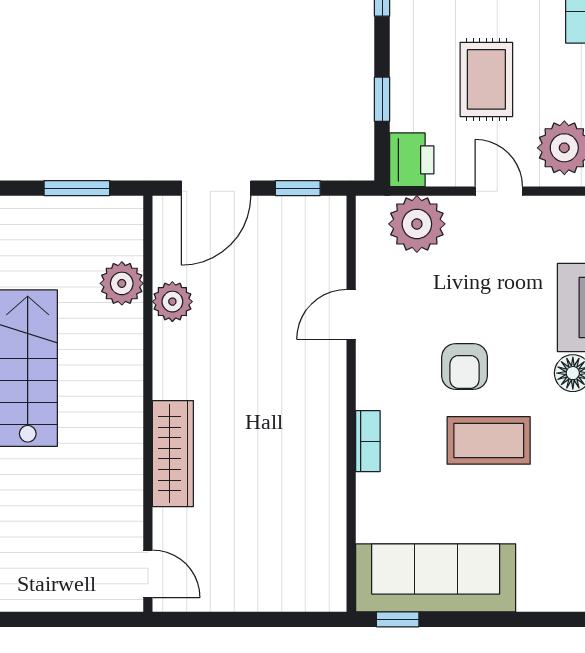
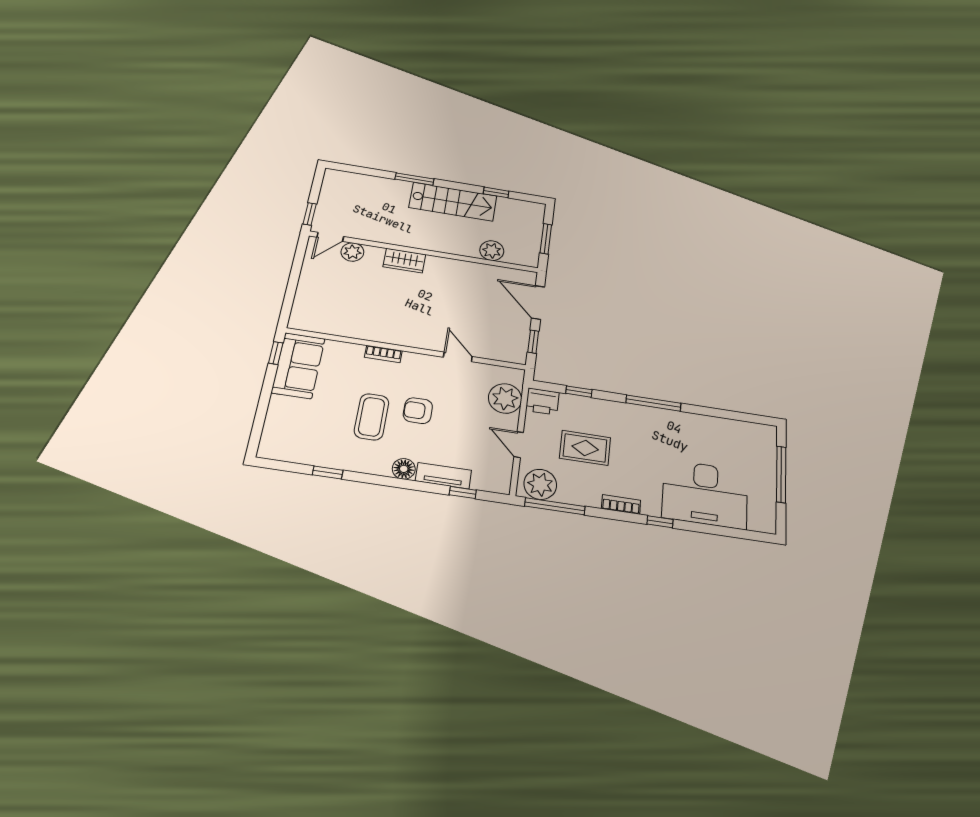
door: (499, 191) -> (519, 445), swing flipped
plant: (172, 302) -> (352, 252), moved
wardrobe: (173, 454) -> (404, 261), width x0.67
sofa: (436, 578) -> (298, 365), width x0.73
window: (106, 619) -> (310, 214), added

